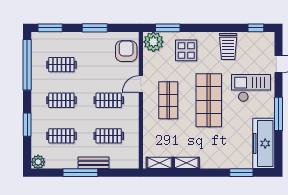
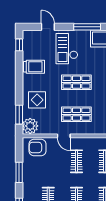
shop shelf: (209, 100) -> (76, 82), width x0.70, depth x0.74

